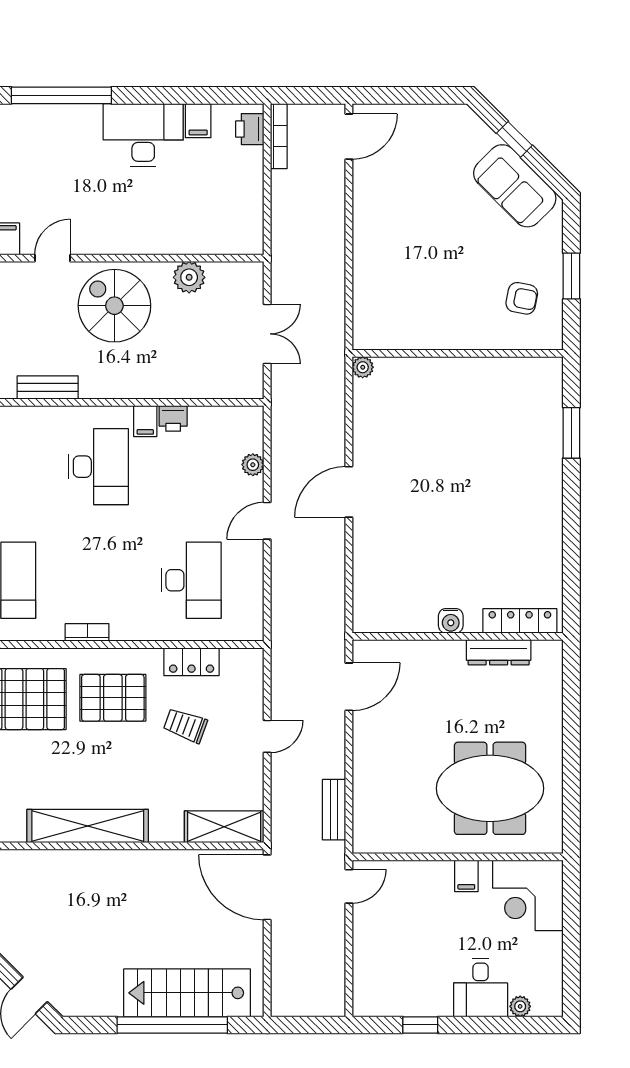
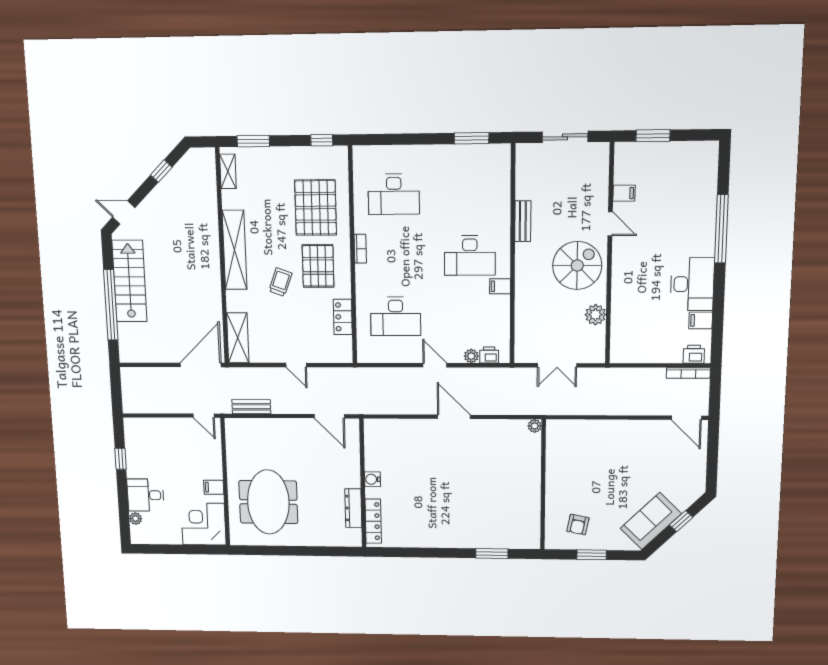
printer: (173, 418) -> (489, 355), moved, turned 90
trolley: (185, 725) -> (280, 282), moved
stairs: (187, 993) -> (130, 281), moved

